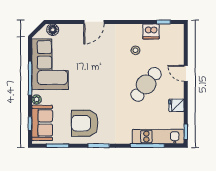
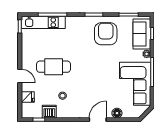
floor lamp: (53, 30) -> (117, 113), moved
cafe table: (146, 84) -> (54, 67), turned 51
fridge: (176, 105) -> (28, 97), moved
armchair: (85, 123) -> (106, 34), turned -90

